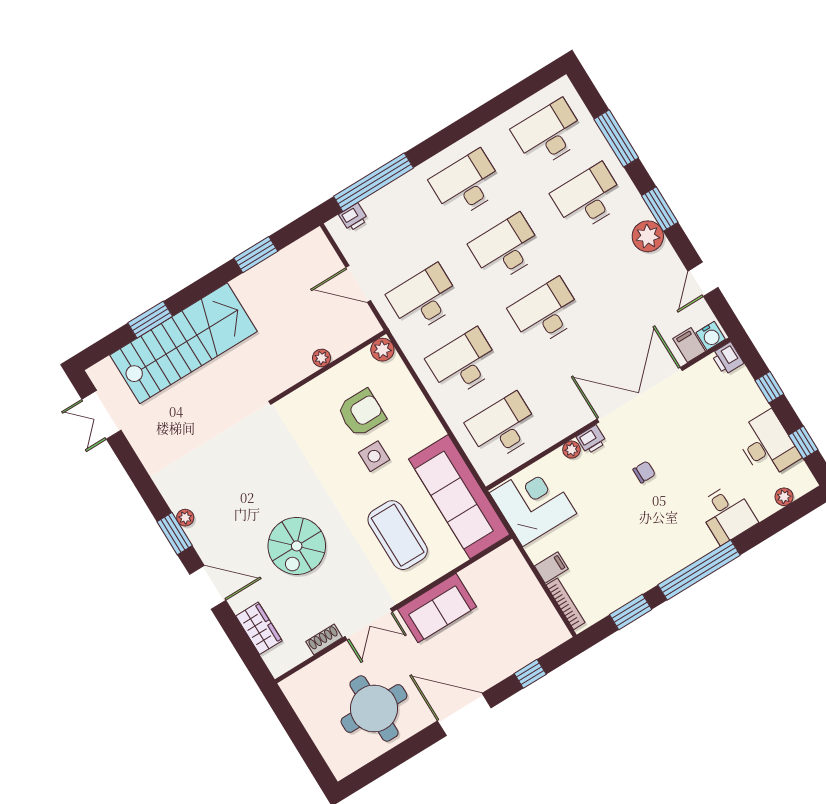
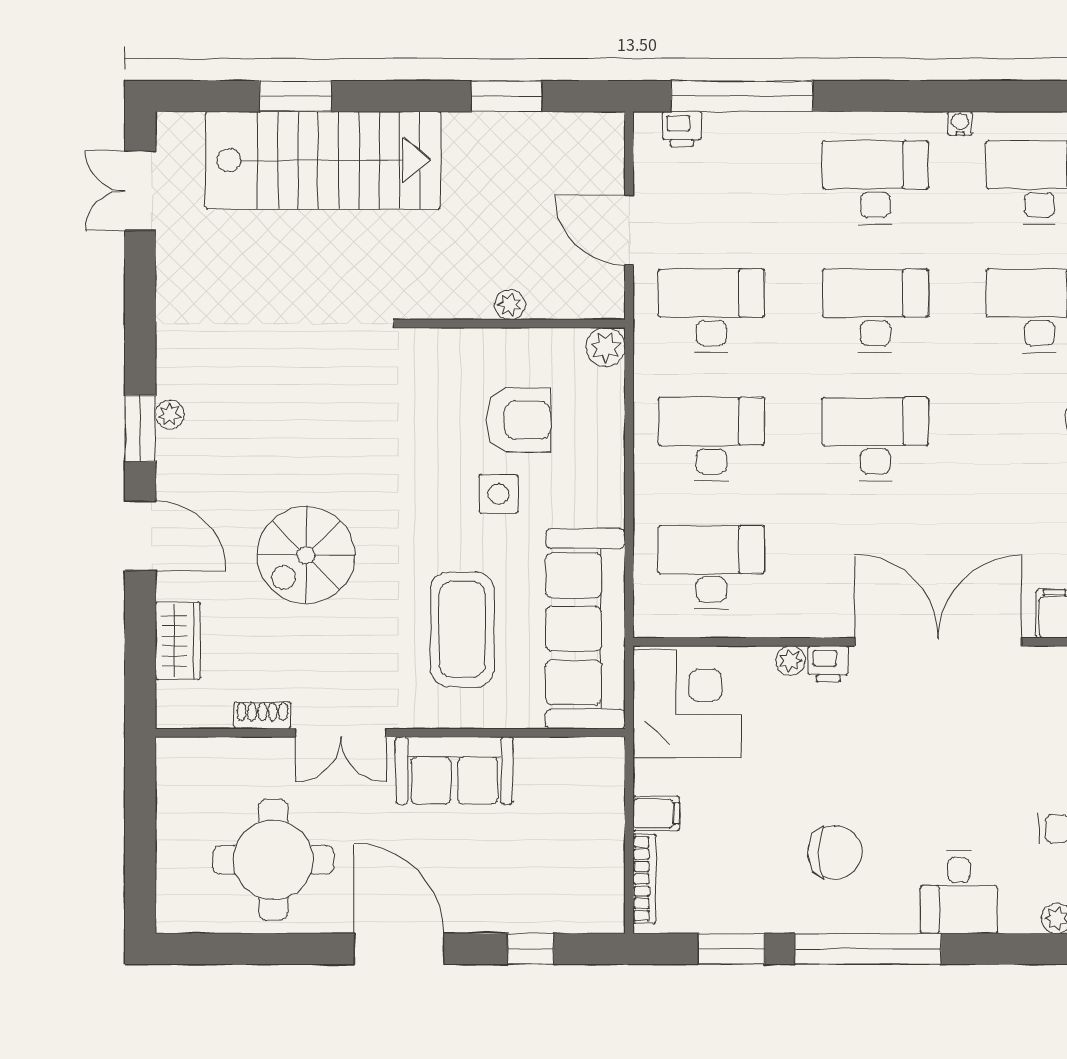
water cooler: (491, 129) -> (960, 123), added
chair: (644, 472) -> (835, 852), moved, width x1.87, depth x1.87

